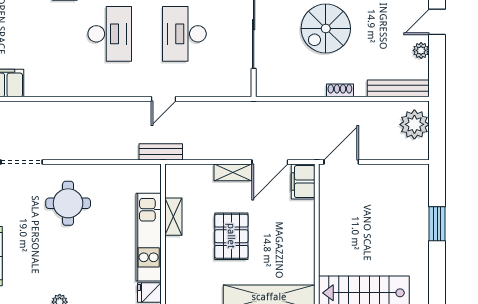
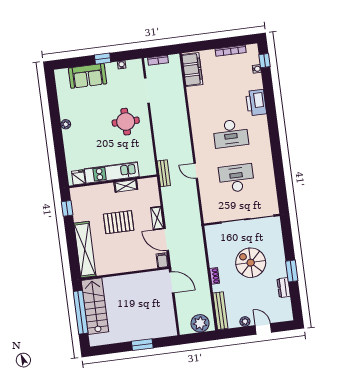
filing cabinet: (303, 182) -> (162, 260), width x0.50

